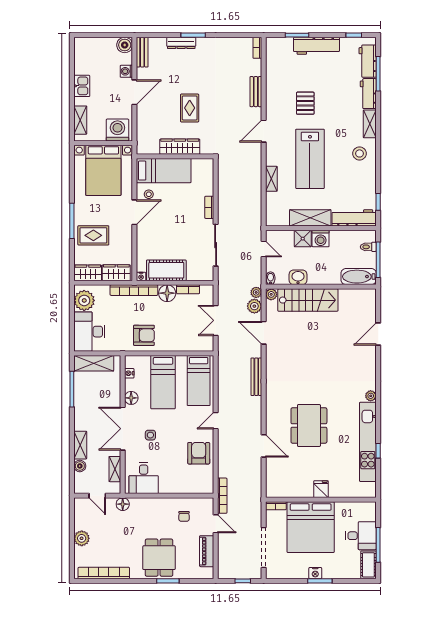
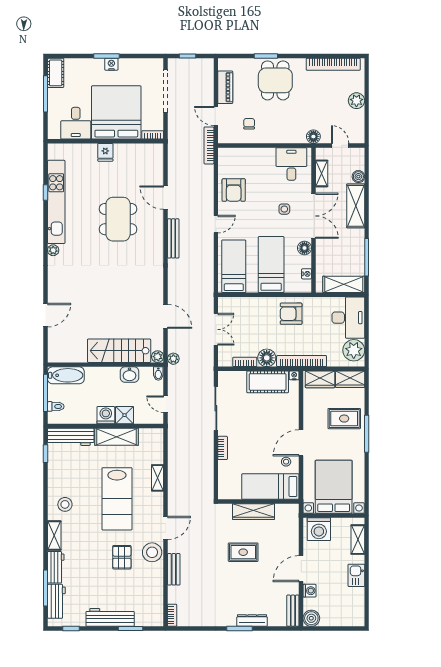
rug: (190, 108) -> (243, 552), turned 90
stool: (276, 108) -> (152, 552), added
lab bench: (310, 159) -> (117, 499), turned 180
plant: (254, 306) -> (175, 344), removed
bench: (256, 377) -> (173, 238), moved
shelving: (80, 445) -> (356, 206), width x1.50, depth x1.33
desk: (361, 536) -> (76, 123), moved, turned -90

